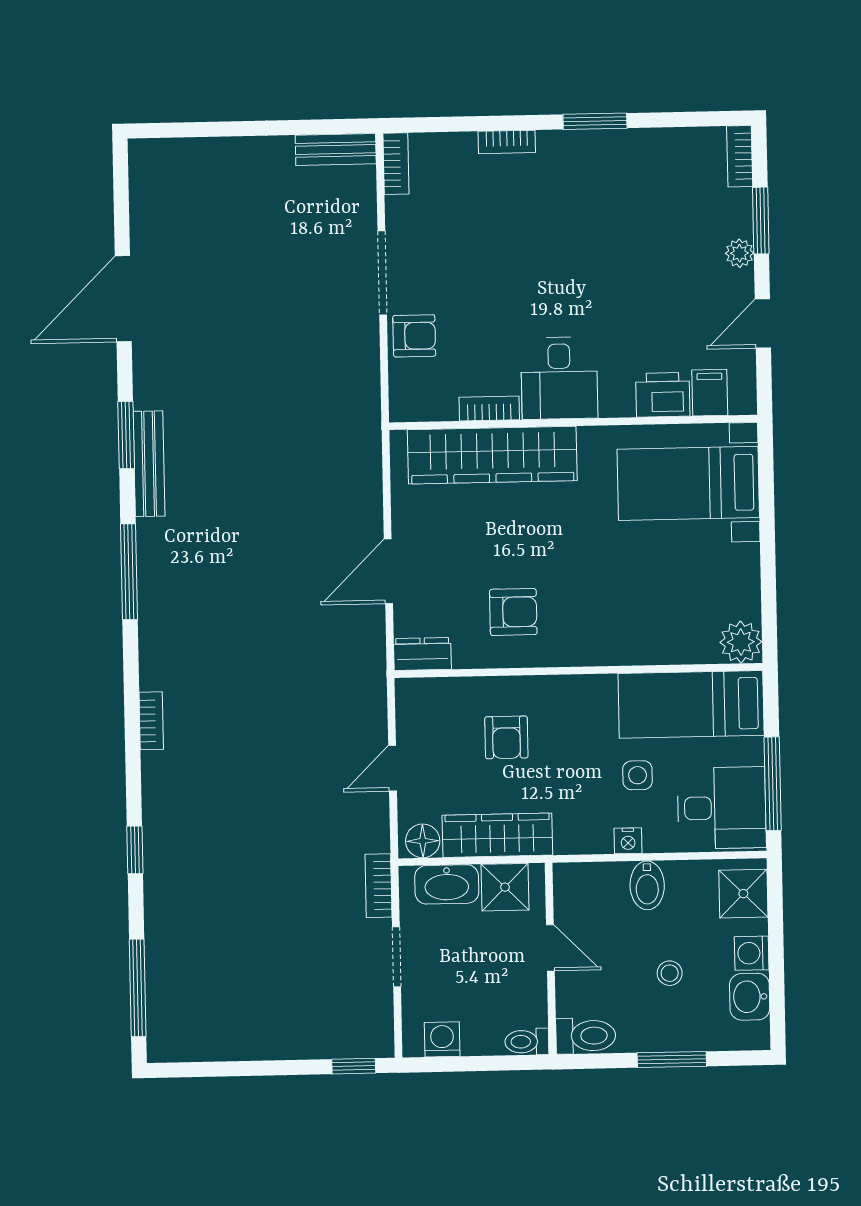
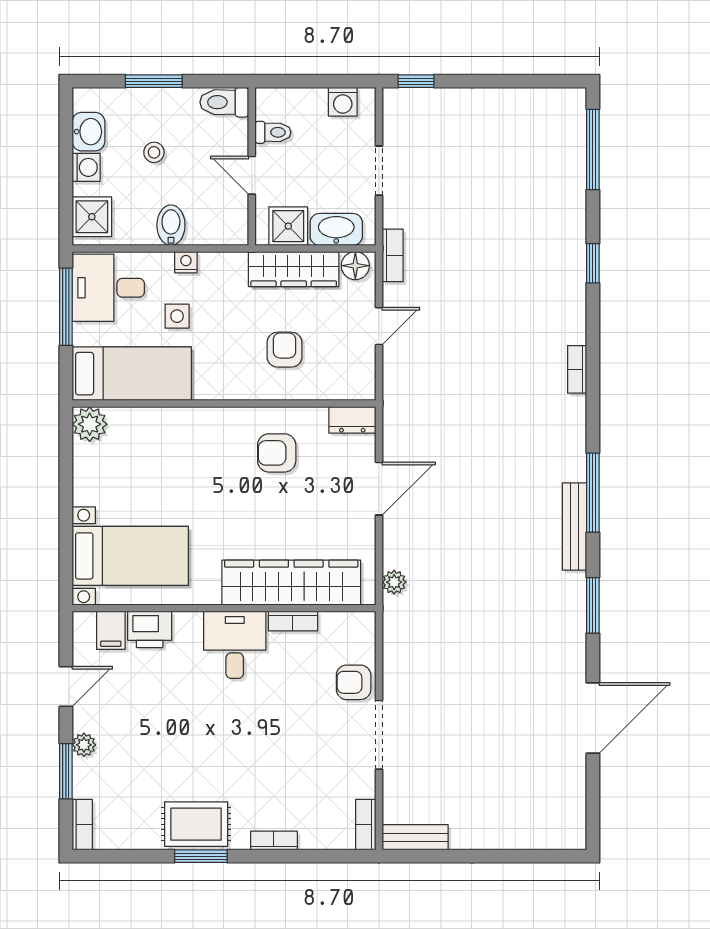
rug: (602, 160) -> (196, 824), added
plant: (368, 458) -> (394, 582), added
bench: (149, 464) -> (574, 527), moved
bookcase: (378, 886) -> (393, 255), moved
toilet: (527, 1042) -> (273, 132), moved

